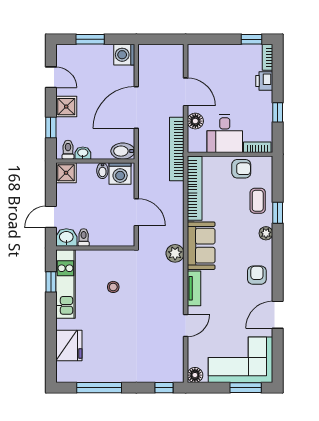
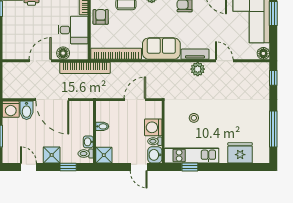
door: (51, 77) -> (29, 167), hinge flipped
bidet: (123, 151) -> (27, 110), moved
washing machine: (120, 173) -> (153, 127), moved, turned 180
plant: (175, 253) -> (198, 69), moved

